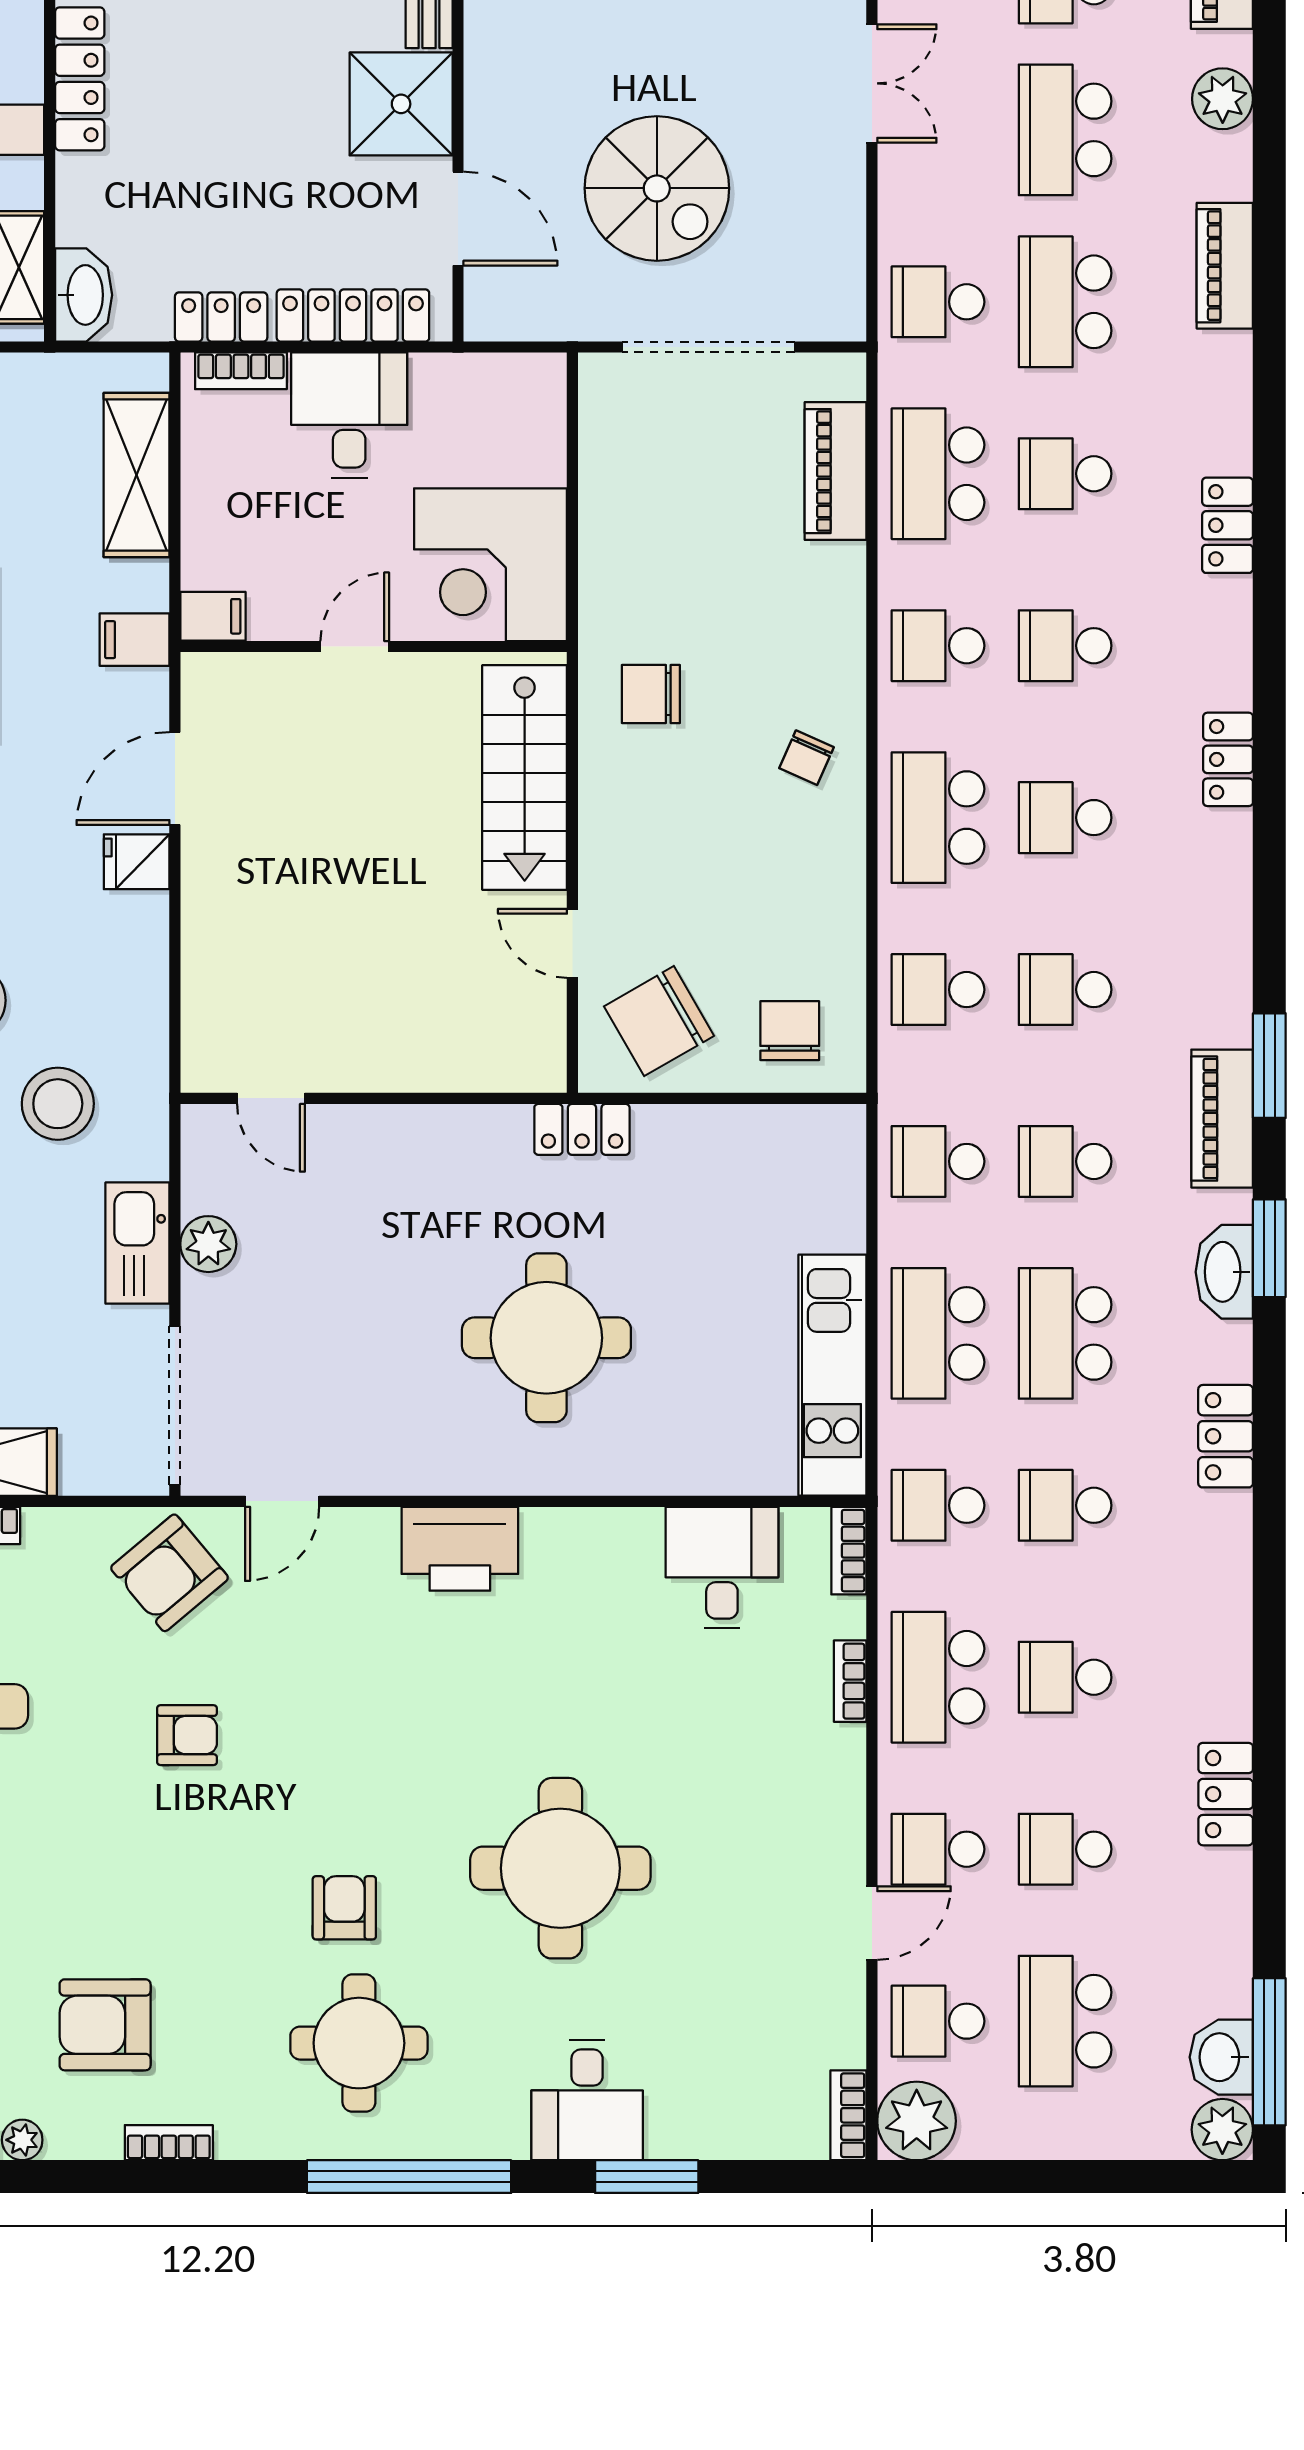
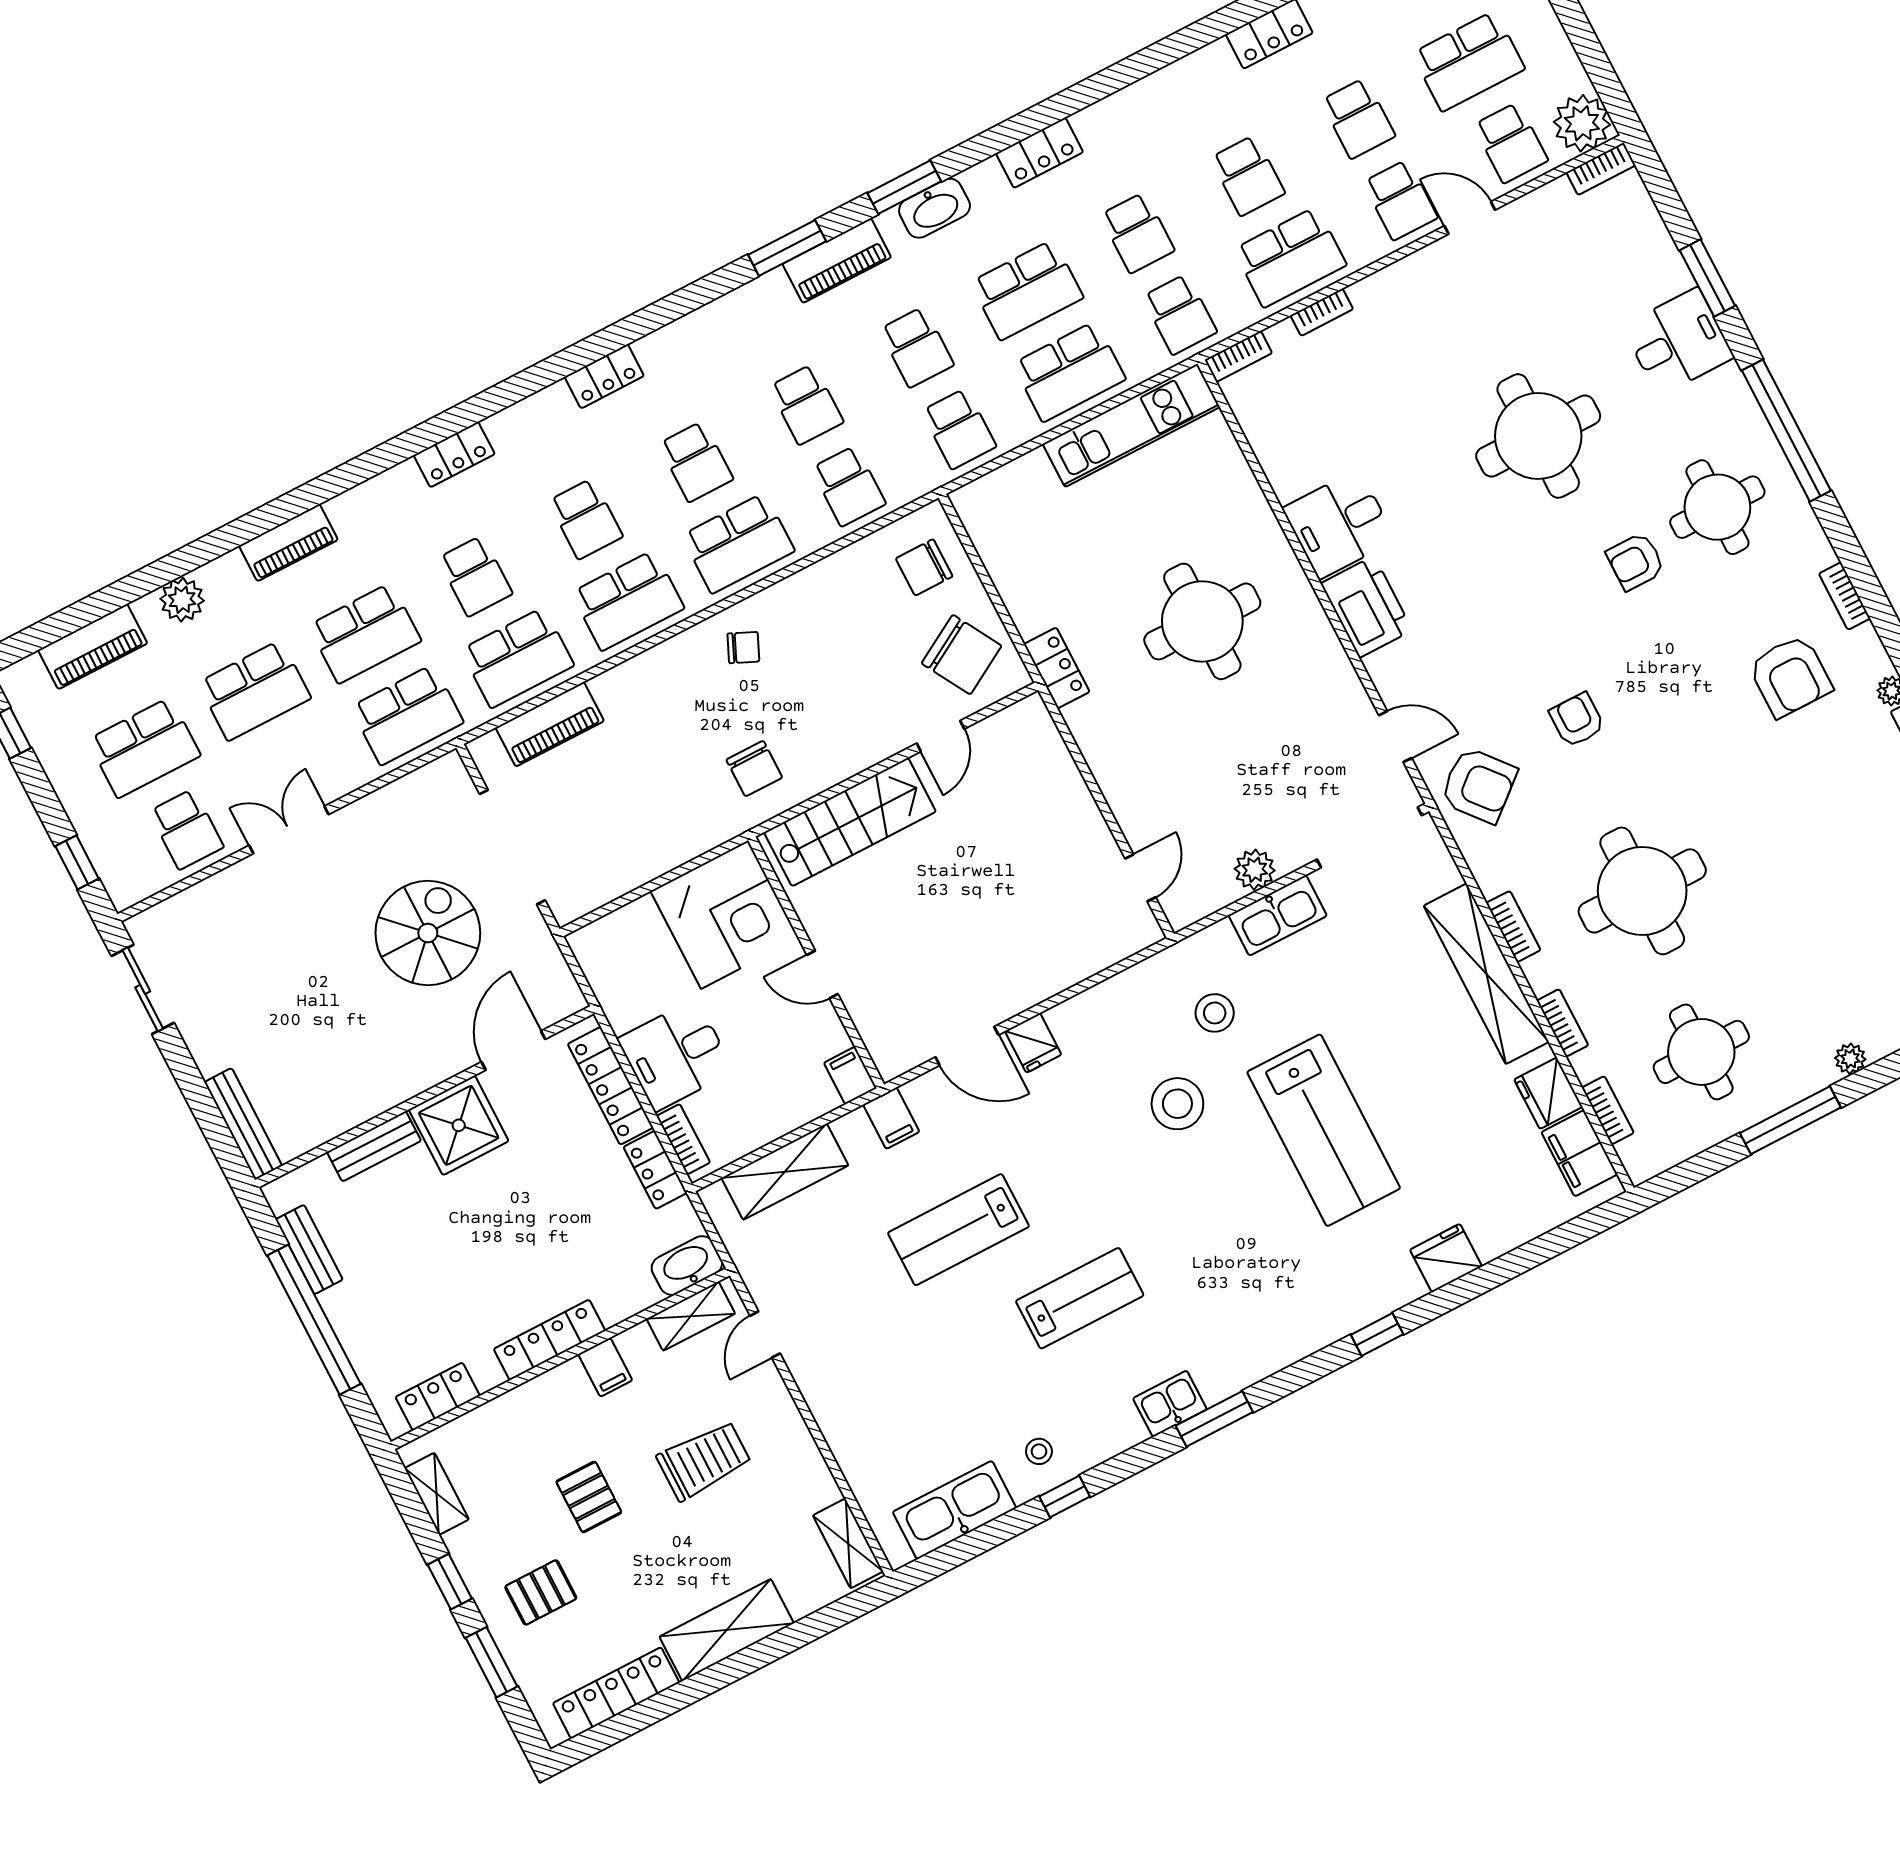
school desk: (938, 302) -> (407, 715), width x1.85
school desk: (938, 646) -> (628, 600), width x1.85
stool: (58, 1104) -> (1215, 1013), width x0.73, depth x0.73
desk: (722, 1568) -> (1339, 524), moved

